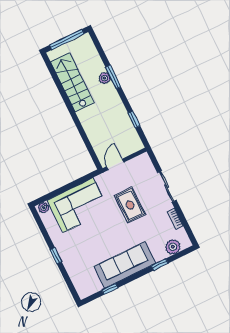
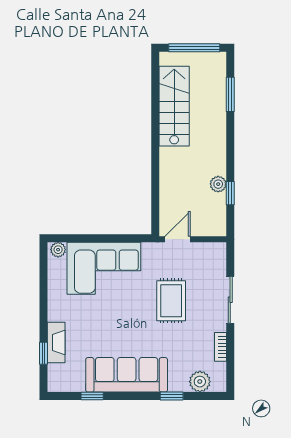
window: (113, 77) -> (230, 94), moved
plant: (104, 78) -> (218, 184), moved
window: (56, 256) -> (44, 353), moved
fireplace: (71, 266) -> (56, 343), added

